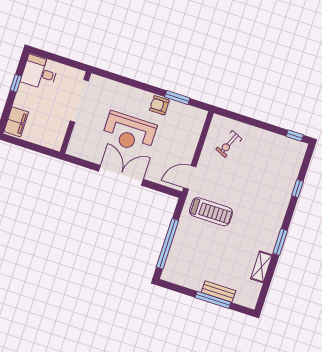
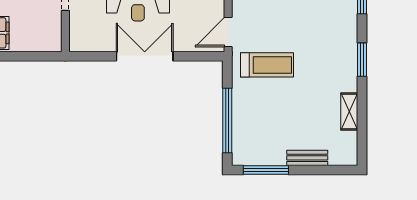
window: (280, 242) -> (362, 60), moved
window: (213, 300) -> (266, 170), moved

